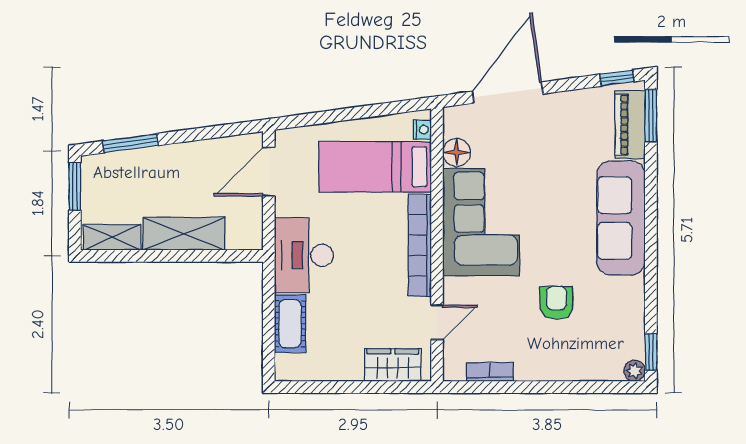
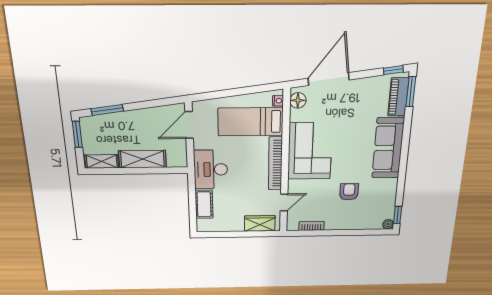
floor lamp: (457, 152) -> (298, 100), moved

